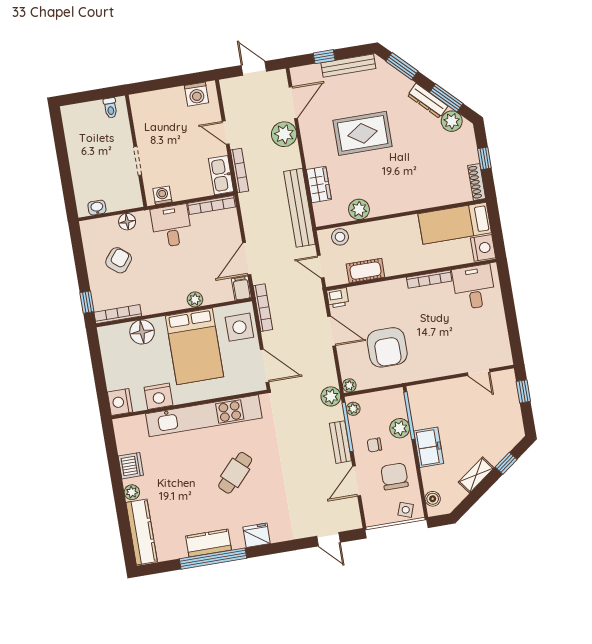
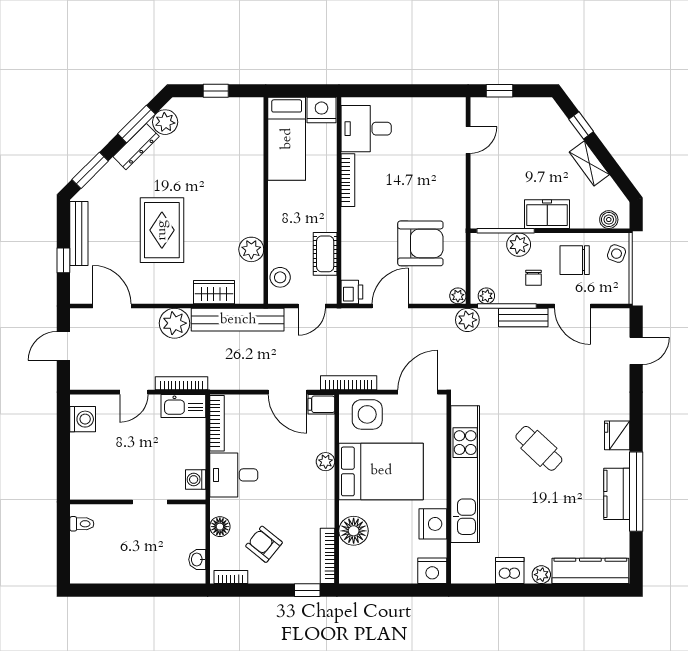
plant: (284, 134) -> (175, 323), moved
shoe rack: (477, 182) -> (242, 105), removed
bookcase: (87, 238) -> (231, 577), added

